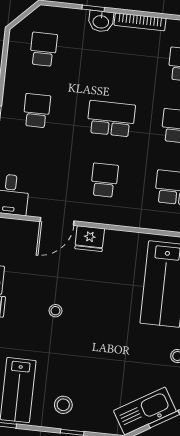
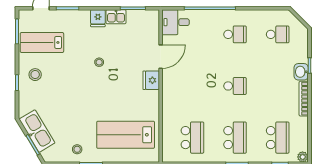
school desk: (111, 119) -> (235, 86), width x0.54
school desk: (104, 180) -> (192, 86), removed
door: (57, 221) -> (161, 57), swing flipped

